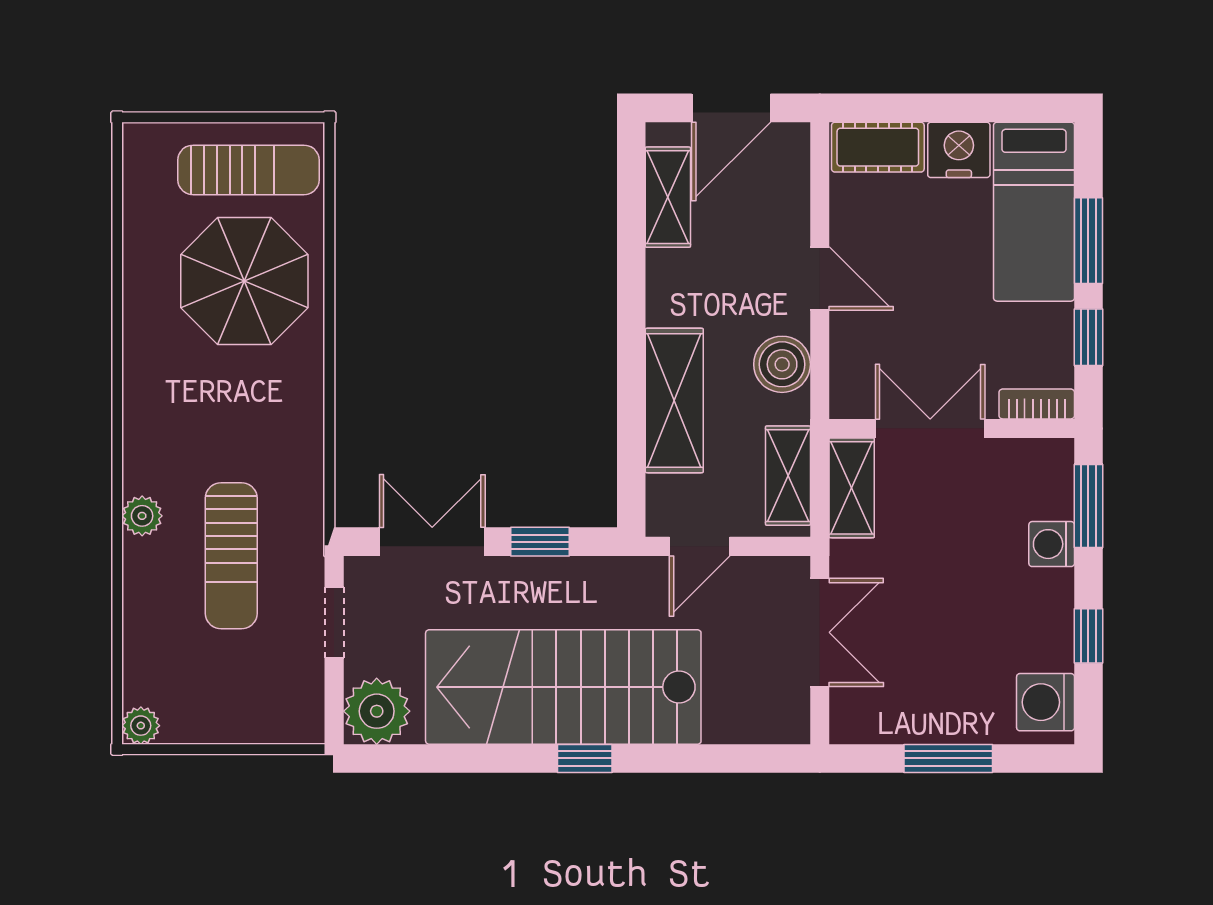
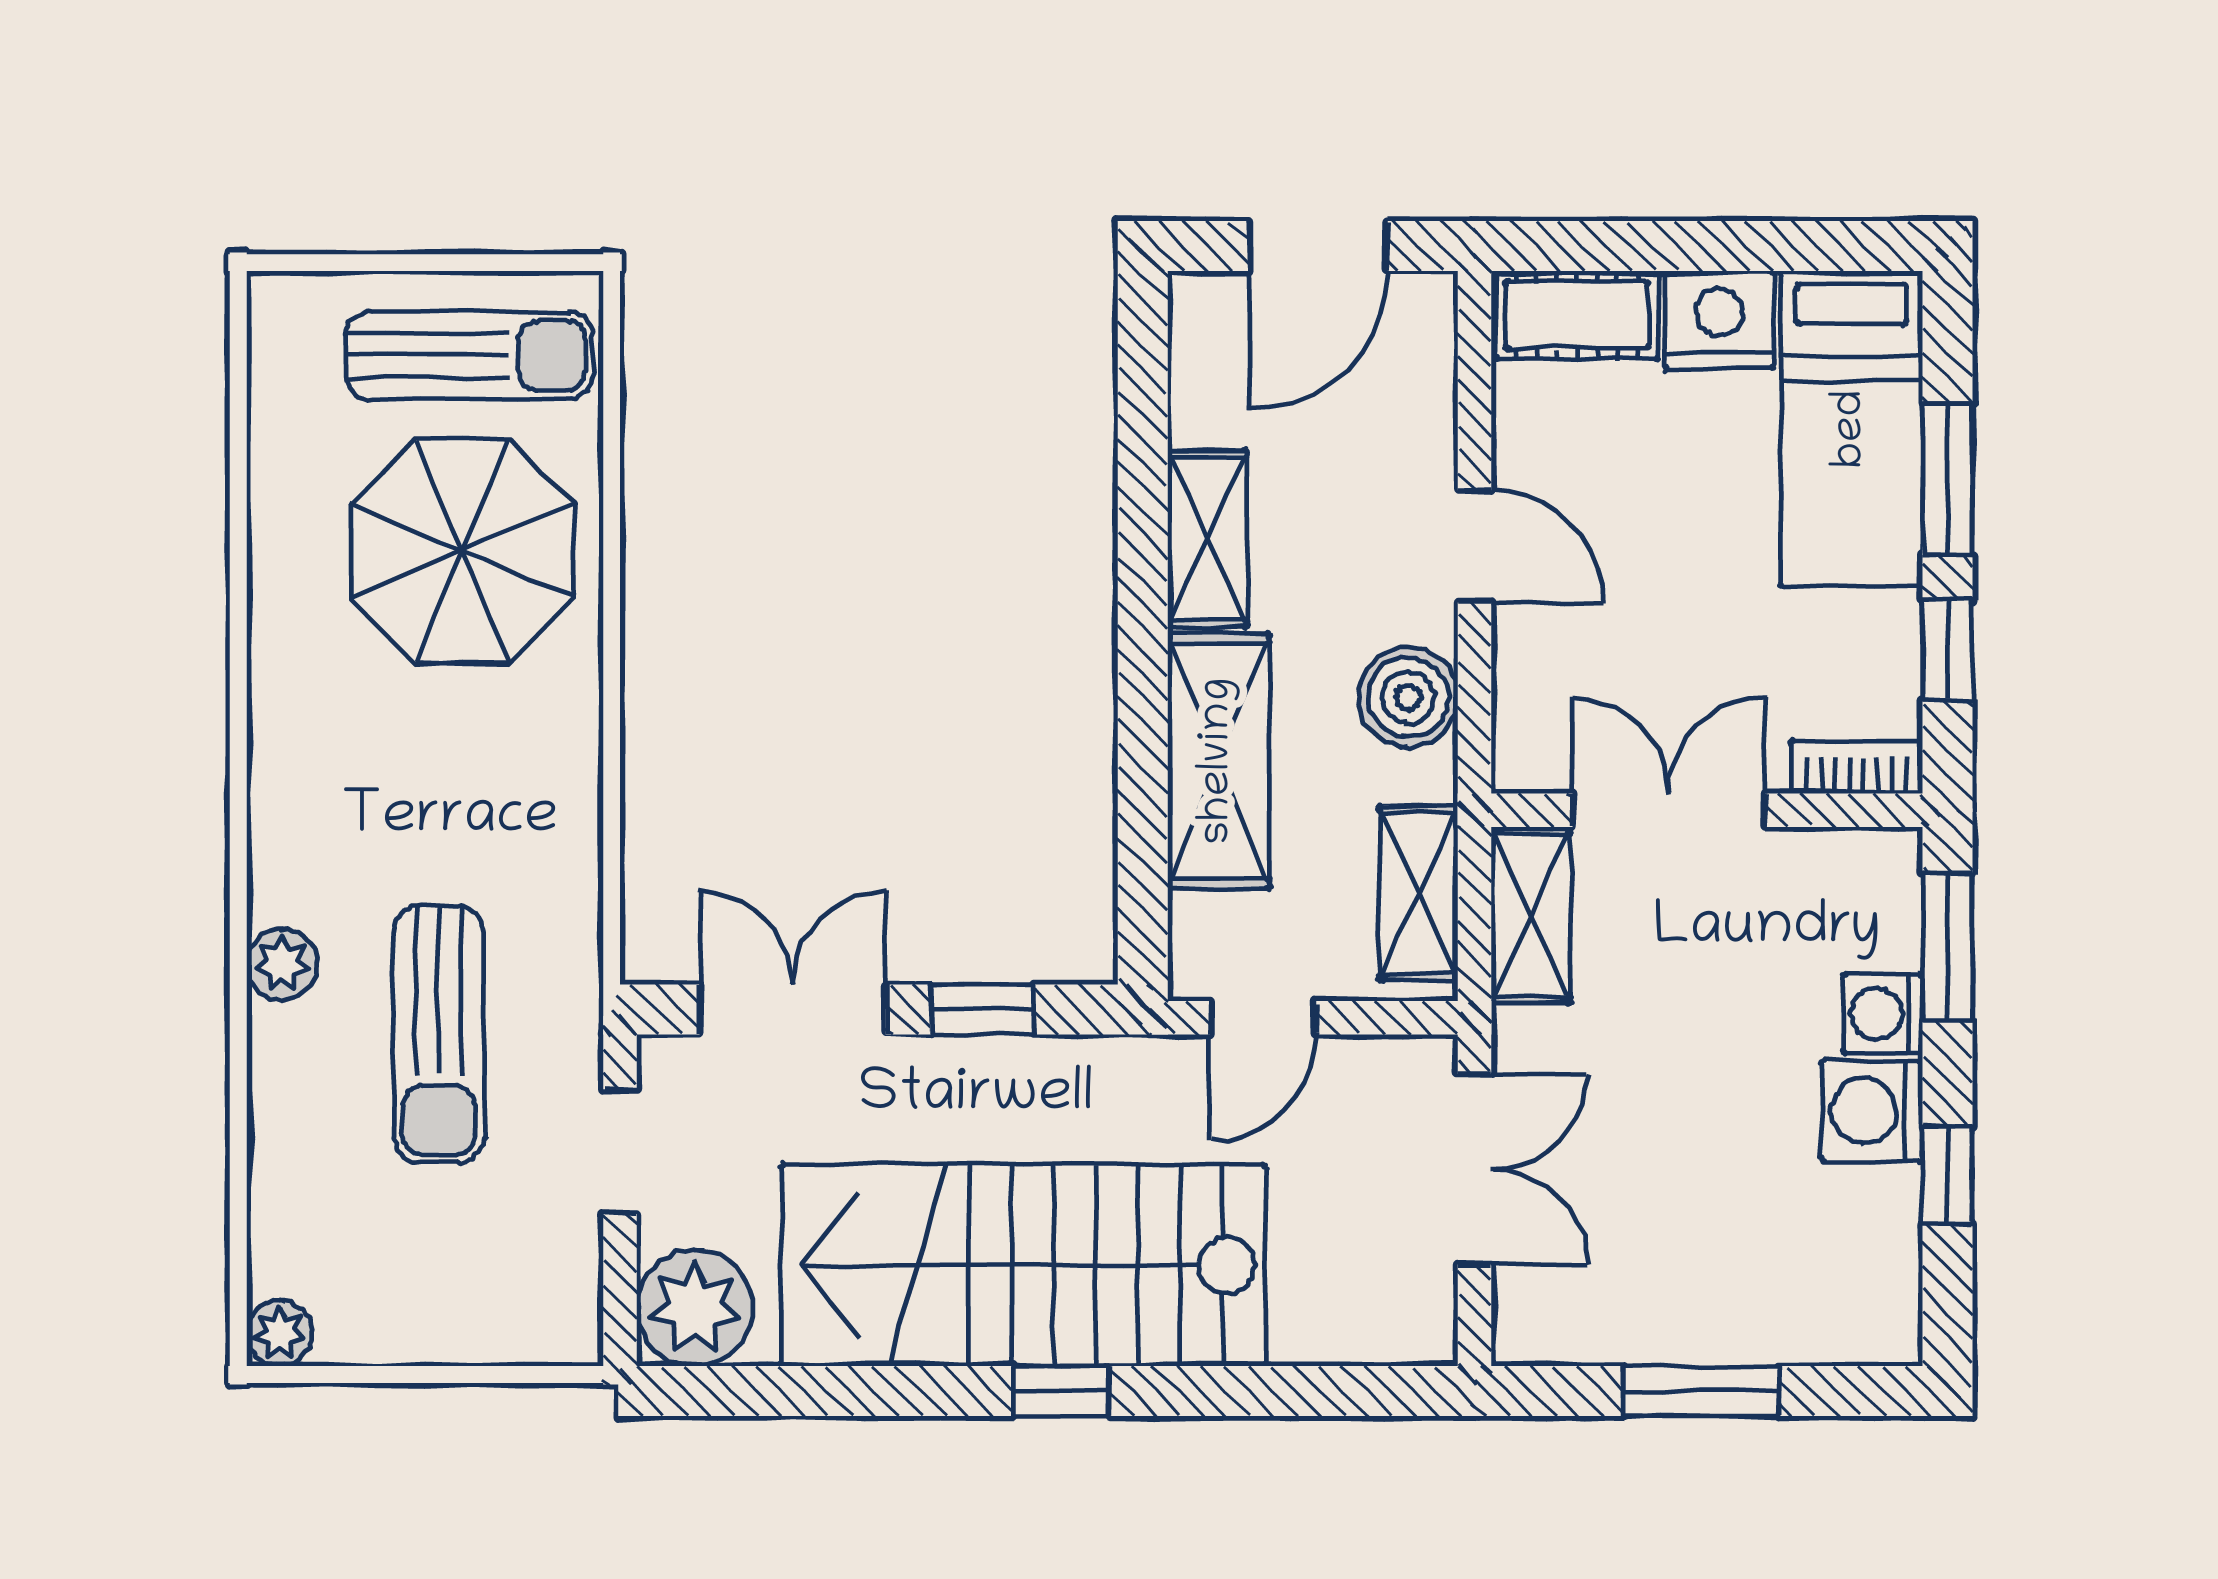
shelving: (668, 197) -> (1207, 539), moved
washing machine: (1046, 702) -> (1872, 1111), moved

